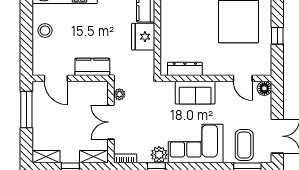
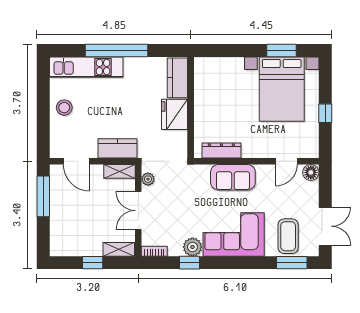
door: (243, 78) -> (286, 161), hinge flipped
shelving: (46, 157) -> (120, 171), moved

